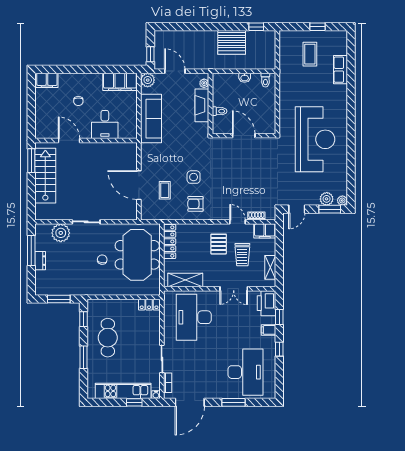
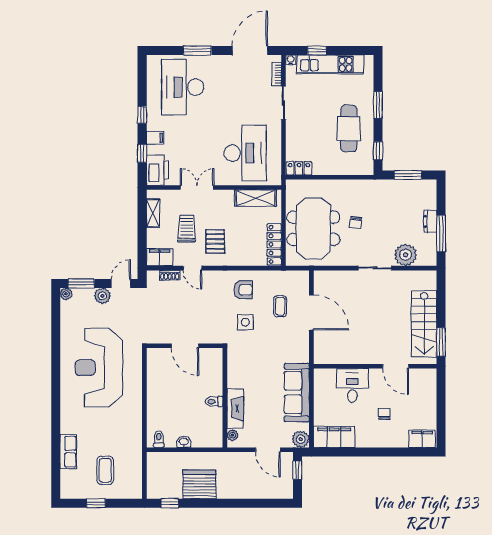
door: (244, 136) -> (185, 346), moved
wall: (244, 136) -> (185, 346), moved
plant: (327, 199) -> (102, 296), moved

